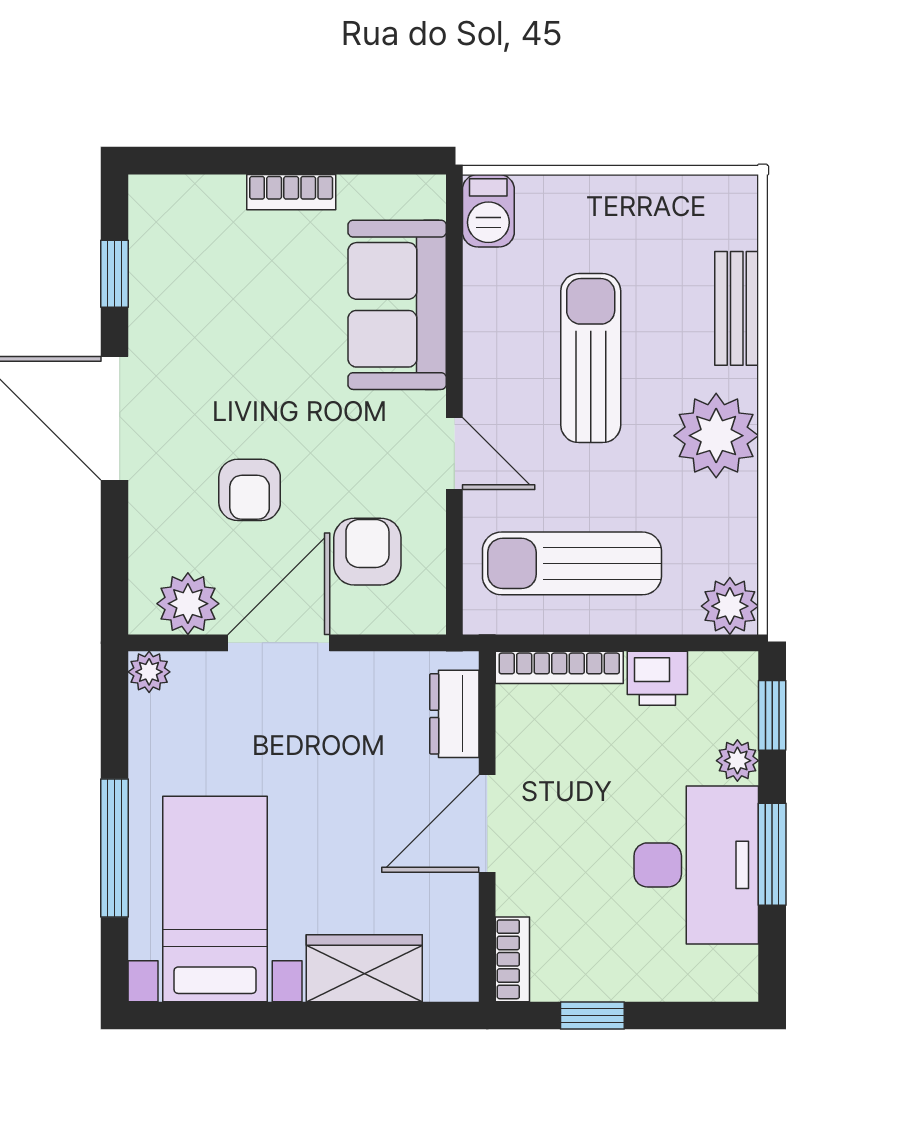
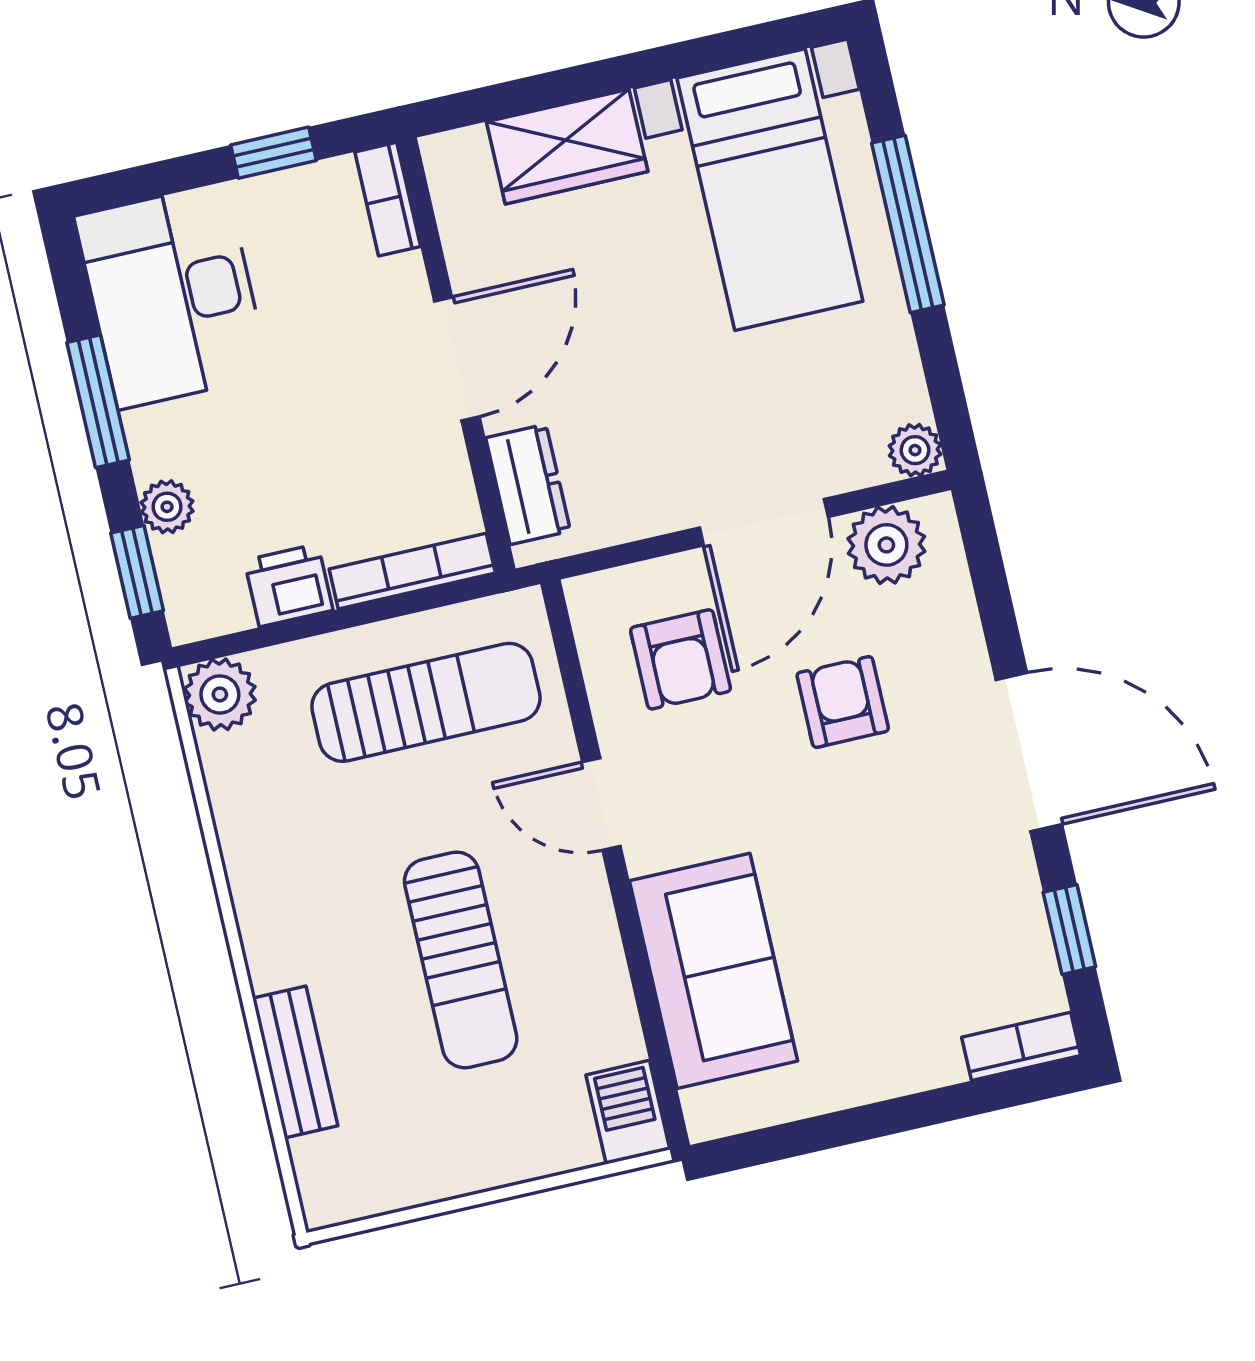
bookcase: (291, 192) -> (1021, 1046), moved
plant: (716, 436) -> (285, 900), removed
desk: (696, 865) -> (172, 296), moved

